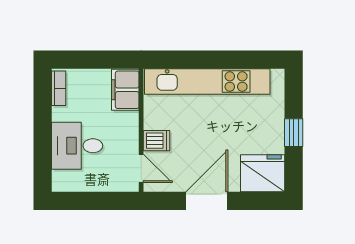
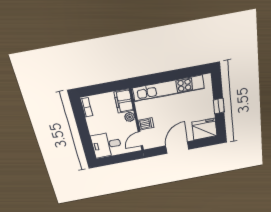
plant: (130, 121) -> (130, 117), added
desk: (77, 146) -> (106, 145), moved
door: (141, 168) -> (140, 139), swing flipped

